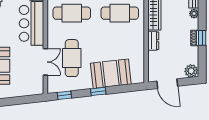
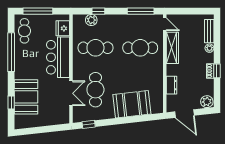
dresser: (153, 41) -> (171, 85), moved
window: (98, 91) -> (120, 121), removed

